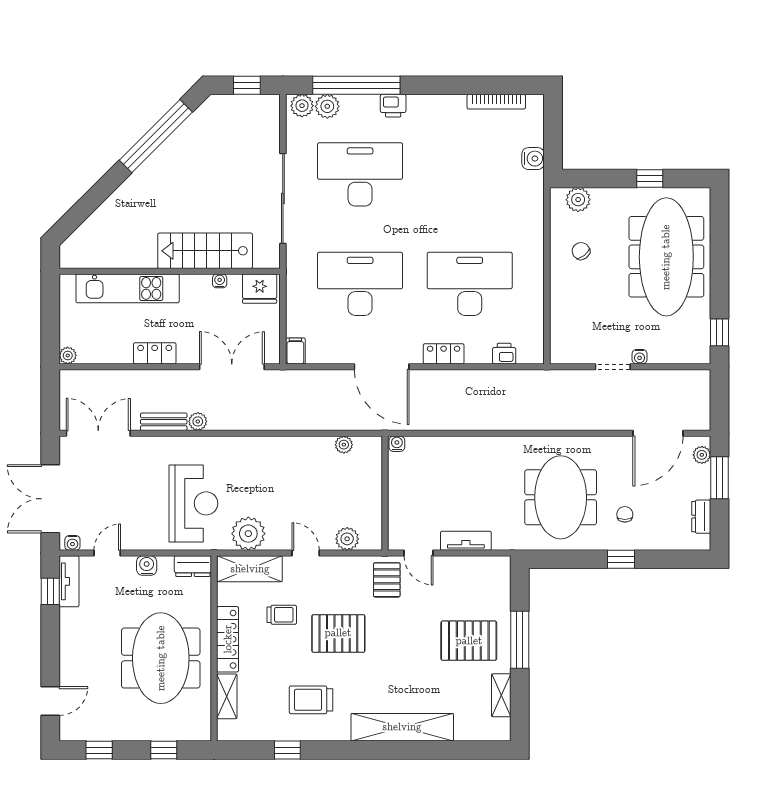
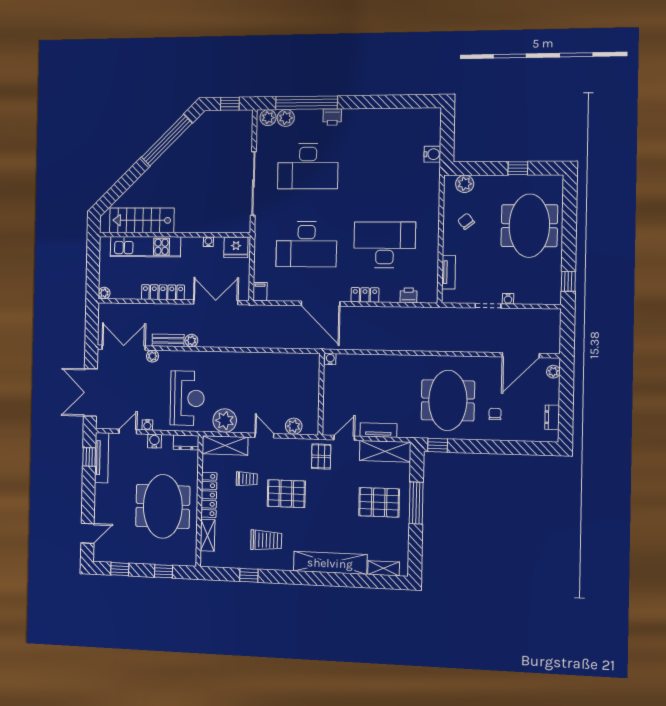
bookcase: (496, 102) -> (406, 113), removed
desk: (360, 174) -> (308, 166), turned 180
stairs: (205, 251) -> (142, 220), moved
meeting table: (666, 257) -> (529, 226), width x0.73
desk: (360, 284) -> (306, 244), turned 180
tv unit: (558, 321) -> (449, 272), added
locker: (155, 353) -> (163, 292), width x1.53
plant: (344, 445) -> (152, 356), moved
window: (720, 478) -> (566, 389), removed
water cooler: (72, 543) -> (147, 425), moved
door: (418, 553) -> (344, 438), swing flipped
window: (621, 559) -> (438, 445), moved
shelving: (476, 570) -> (385, 451), added
tv unit: (69, 581) -> (102, 458), width x1.41
shelving: (501, 695) -> (384, 568), moved, turned 90
trolley: (311, 700) -> (266, 540), turned 180

